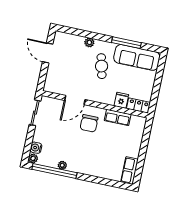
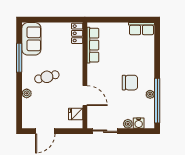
sofa: (137, 57) -> (31, 39), width x0.73
fridge: (121, 100) -> (76, 114), moved
row of seats: (118, 117) -> (93, 45), width x1.48
chair: (89, 123) -> (130, 83), moved
plant: (33, 158) -> (128, 124), moved

